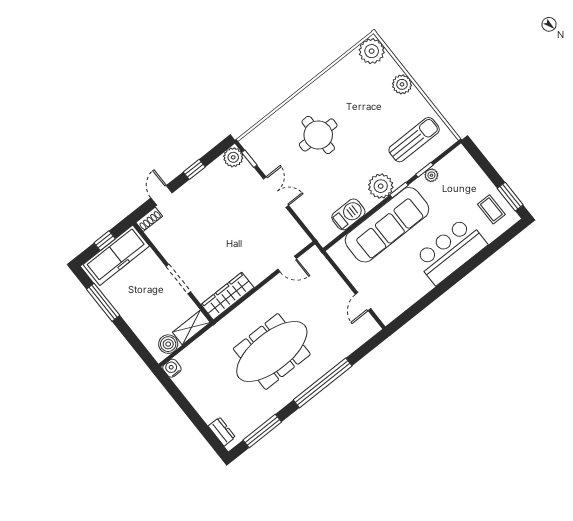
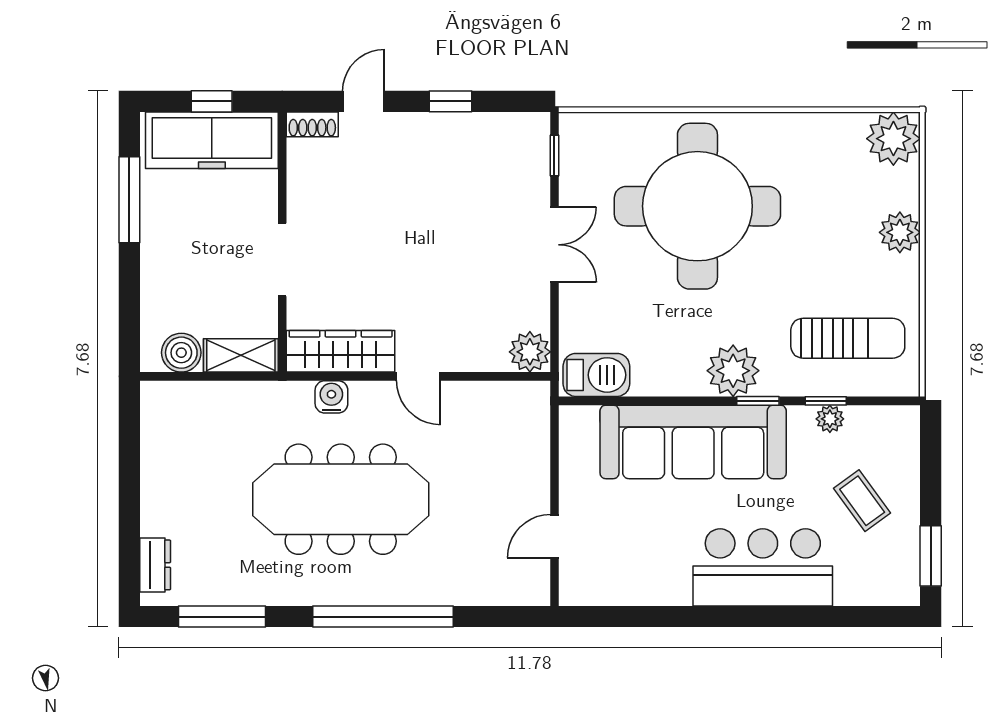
round table: (318, 135) -> (697, 206), width x1.86, depth x1.86
plant: (233, 157) -> (530, 352), moved
coffee table: (491, 209) -> (862, 501), moved, turned -36
barbecue: (348, 214) -> (596, 375), moved
door: (287, 264) -> (418, 376), moved
water cooler: (172, 368) -> (331, 397), moved

